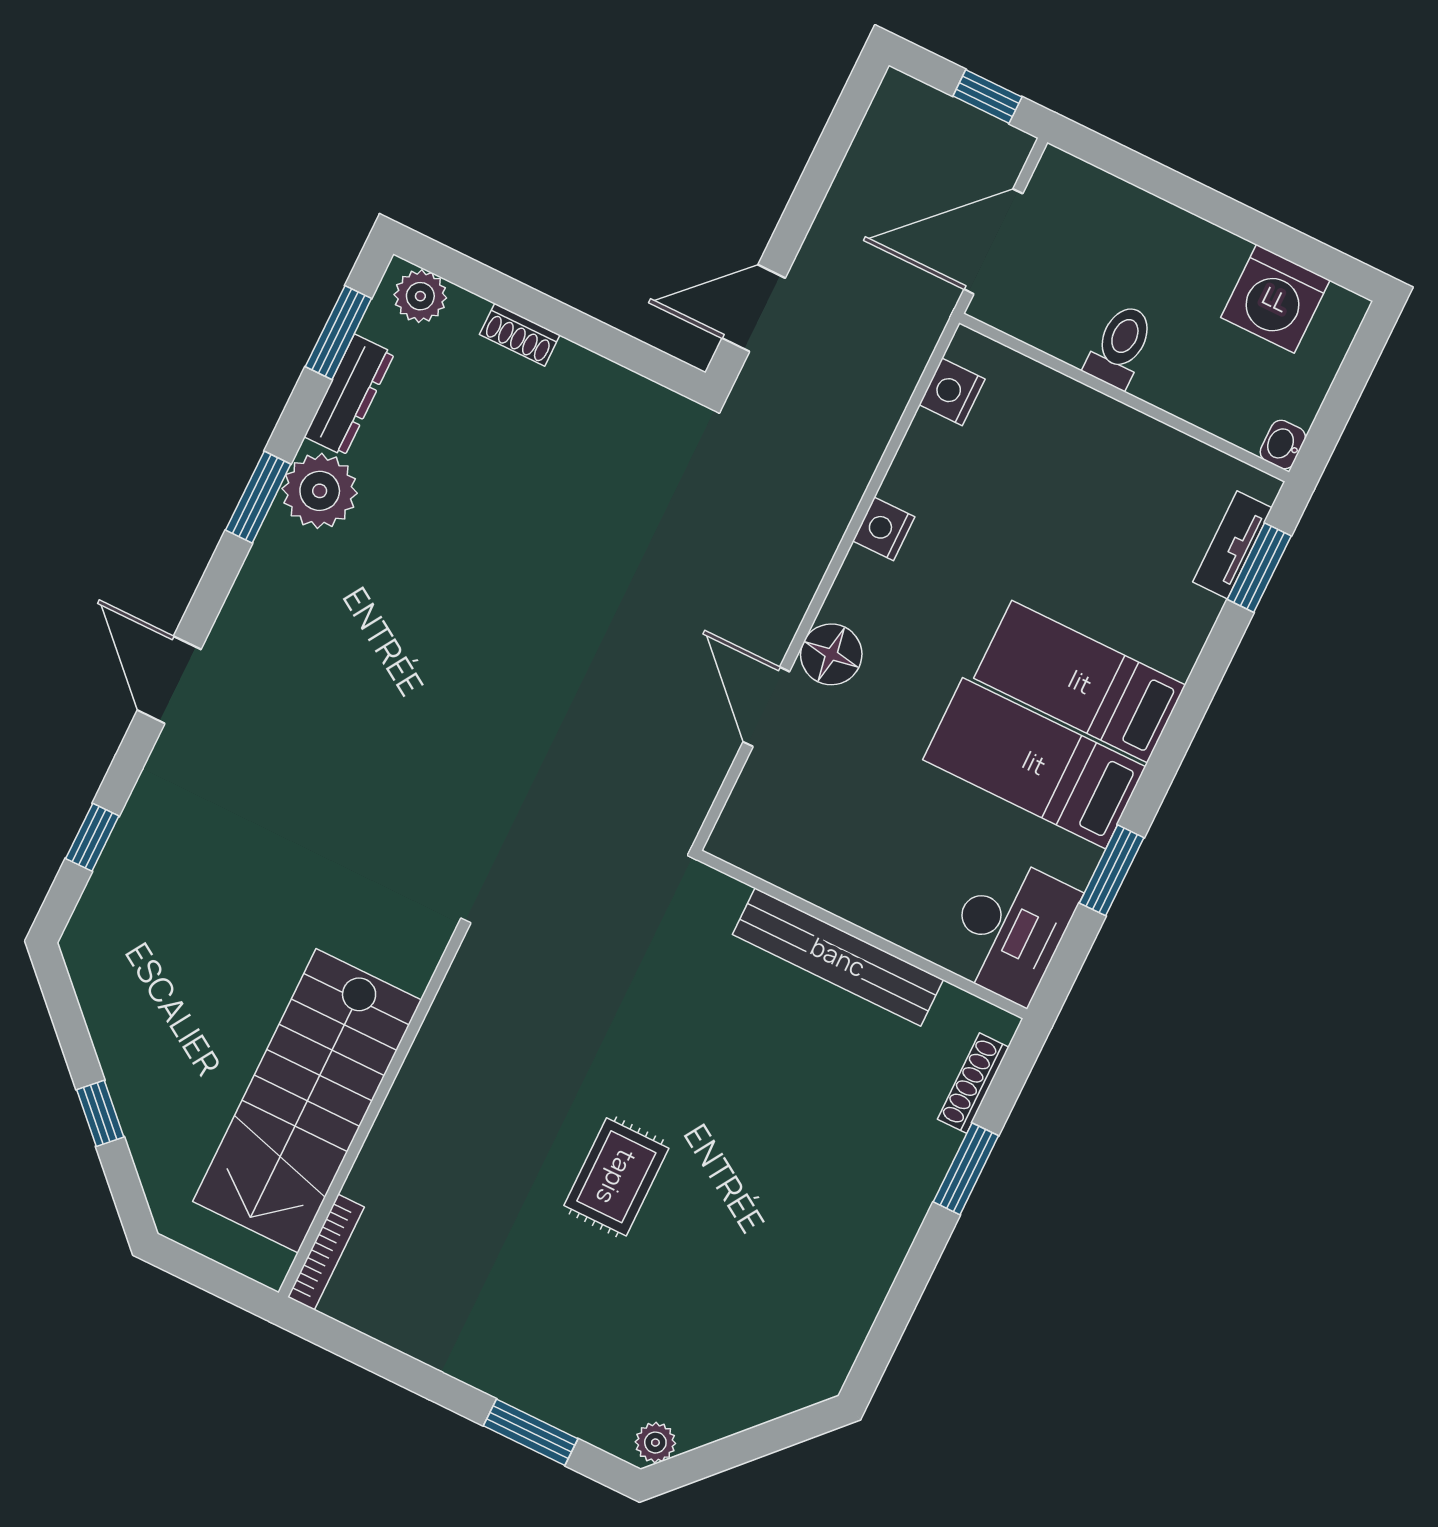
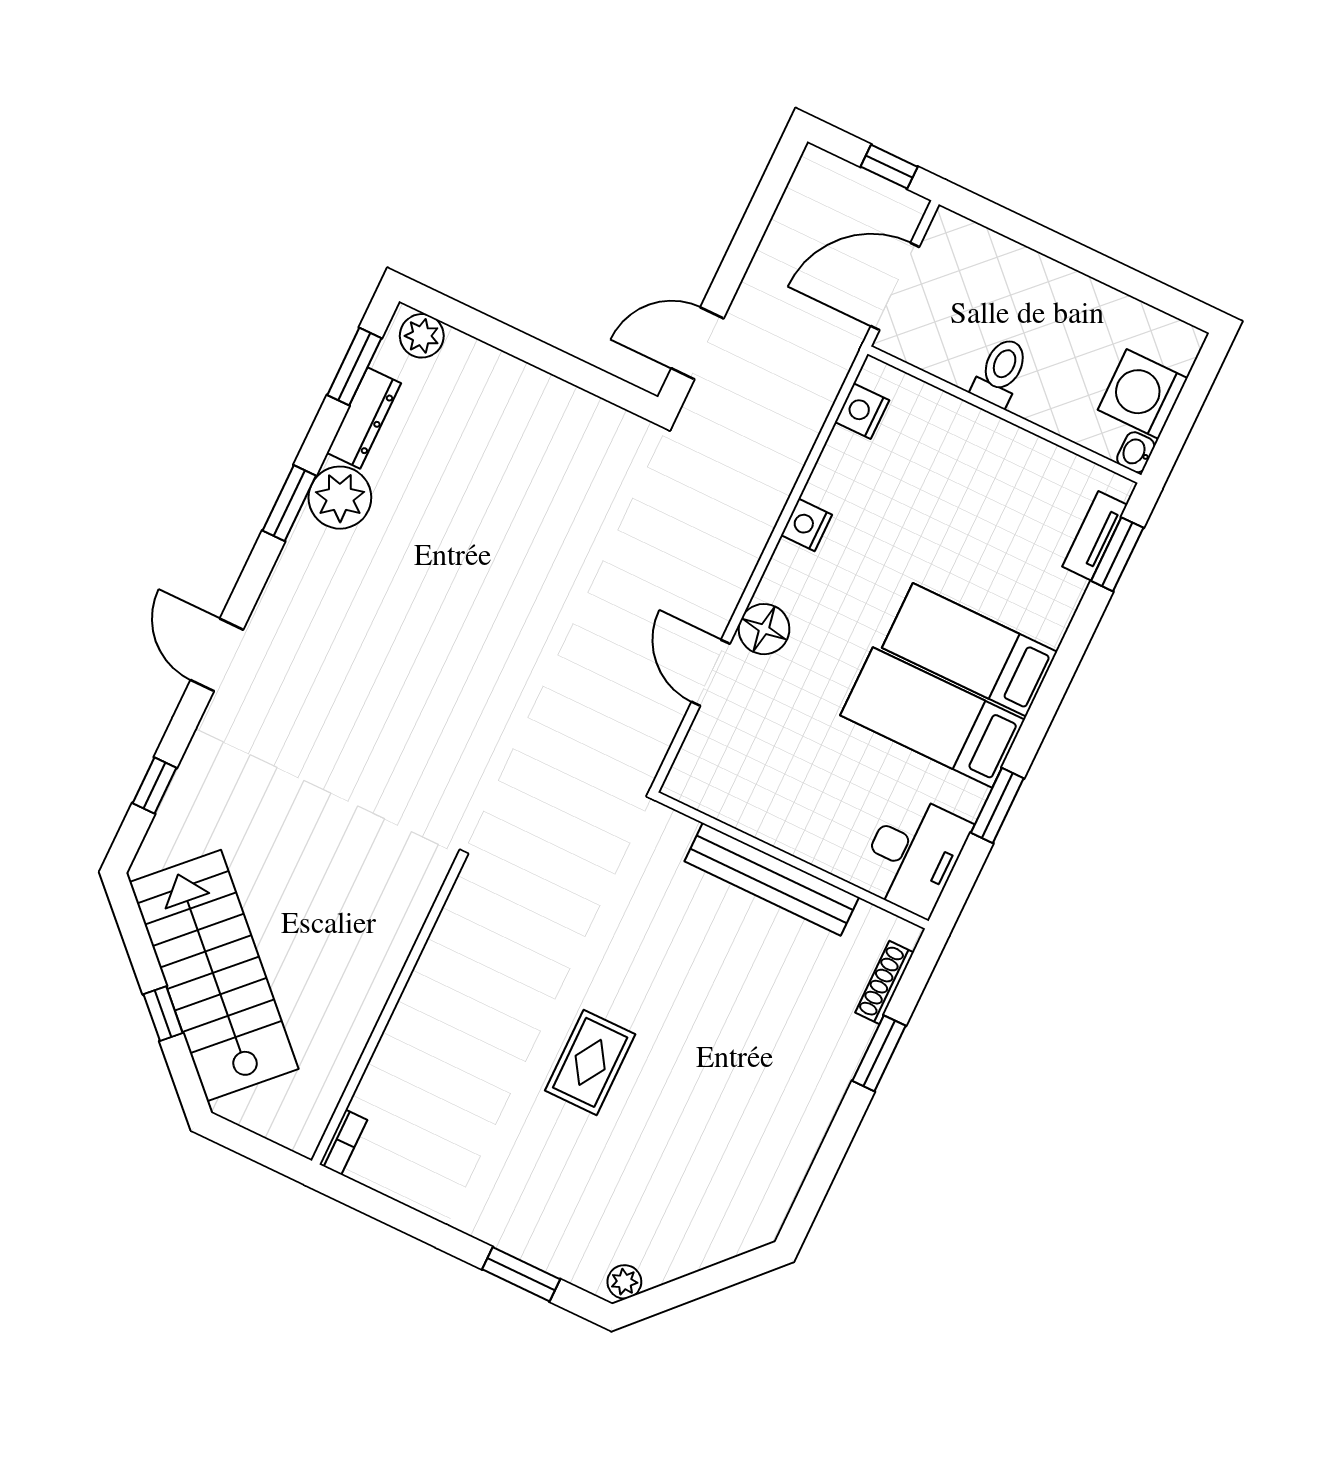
washing machine: (1275, 299) -> (1143, 394), moved, turned 90
shoe rack: (520, 335) -> (504, 367), removed
stairs: (307, 1101) -> (214, 975), moved, turned 135
bookcase: (326, 1252) -> (343, 1142), width x0.64

